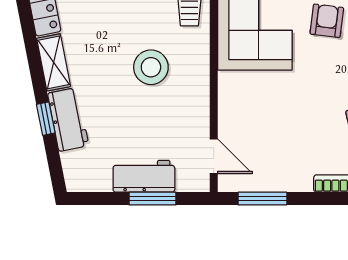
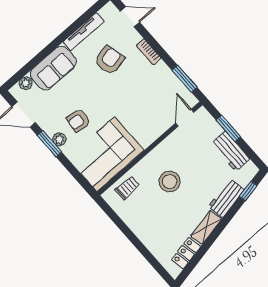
window: (46, 119) -> (248, 191), moved
workbench: (144, 176) -> (230, 151), moved

